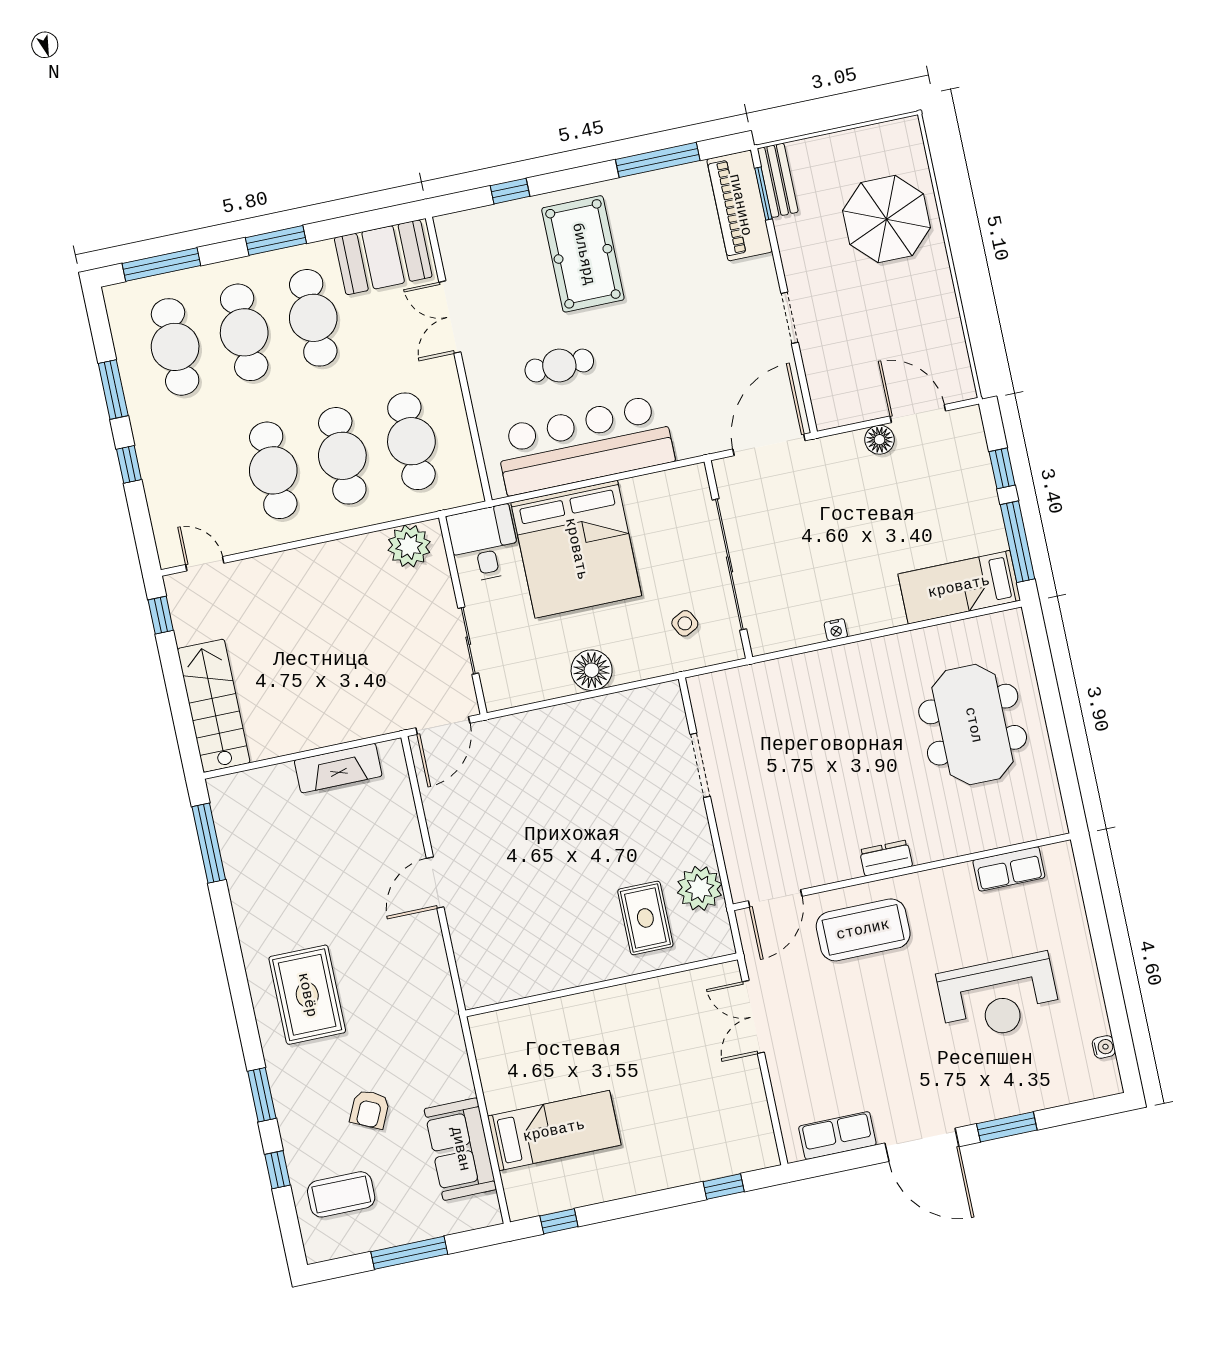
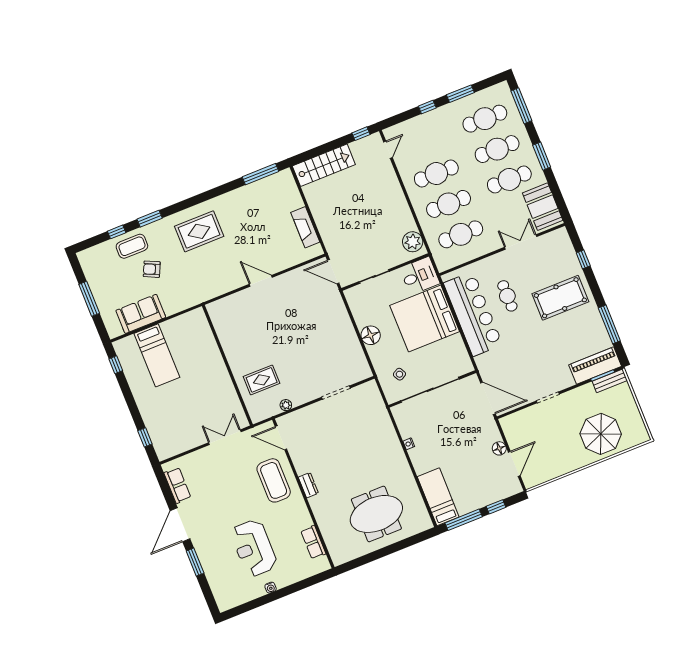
plant: (700, 888) -> (286, 405), width x0.53, depth x0.53
water cooler: (1104, 1047) -> (271, 588), moved
coffee table: (341, 1194) -> (132, 246), moved, turned 90

